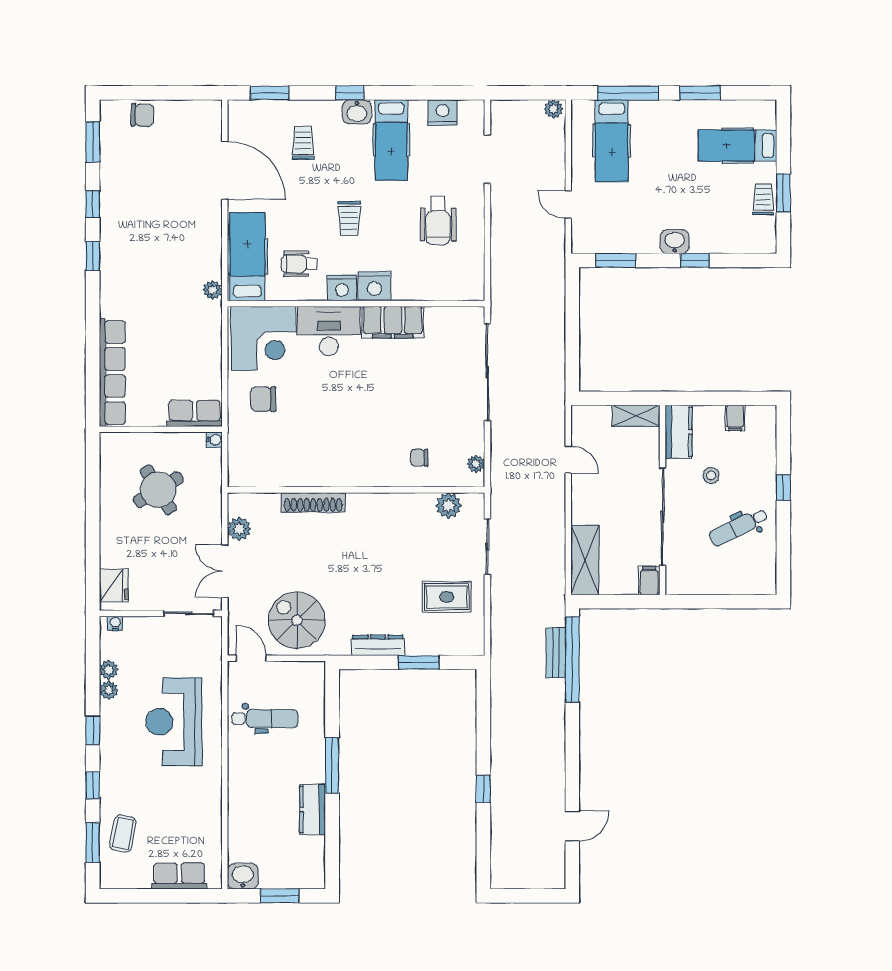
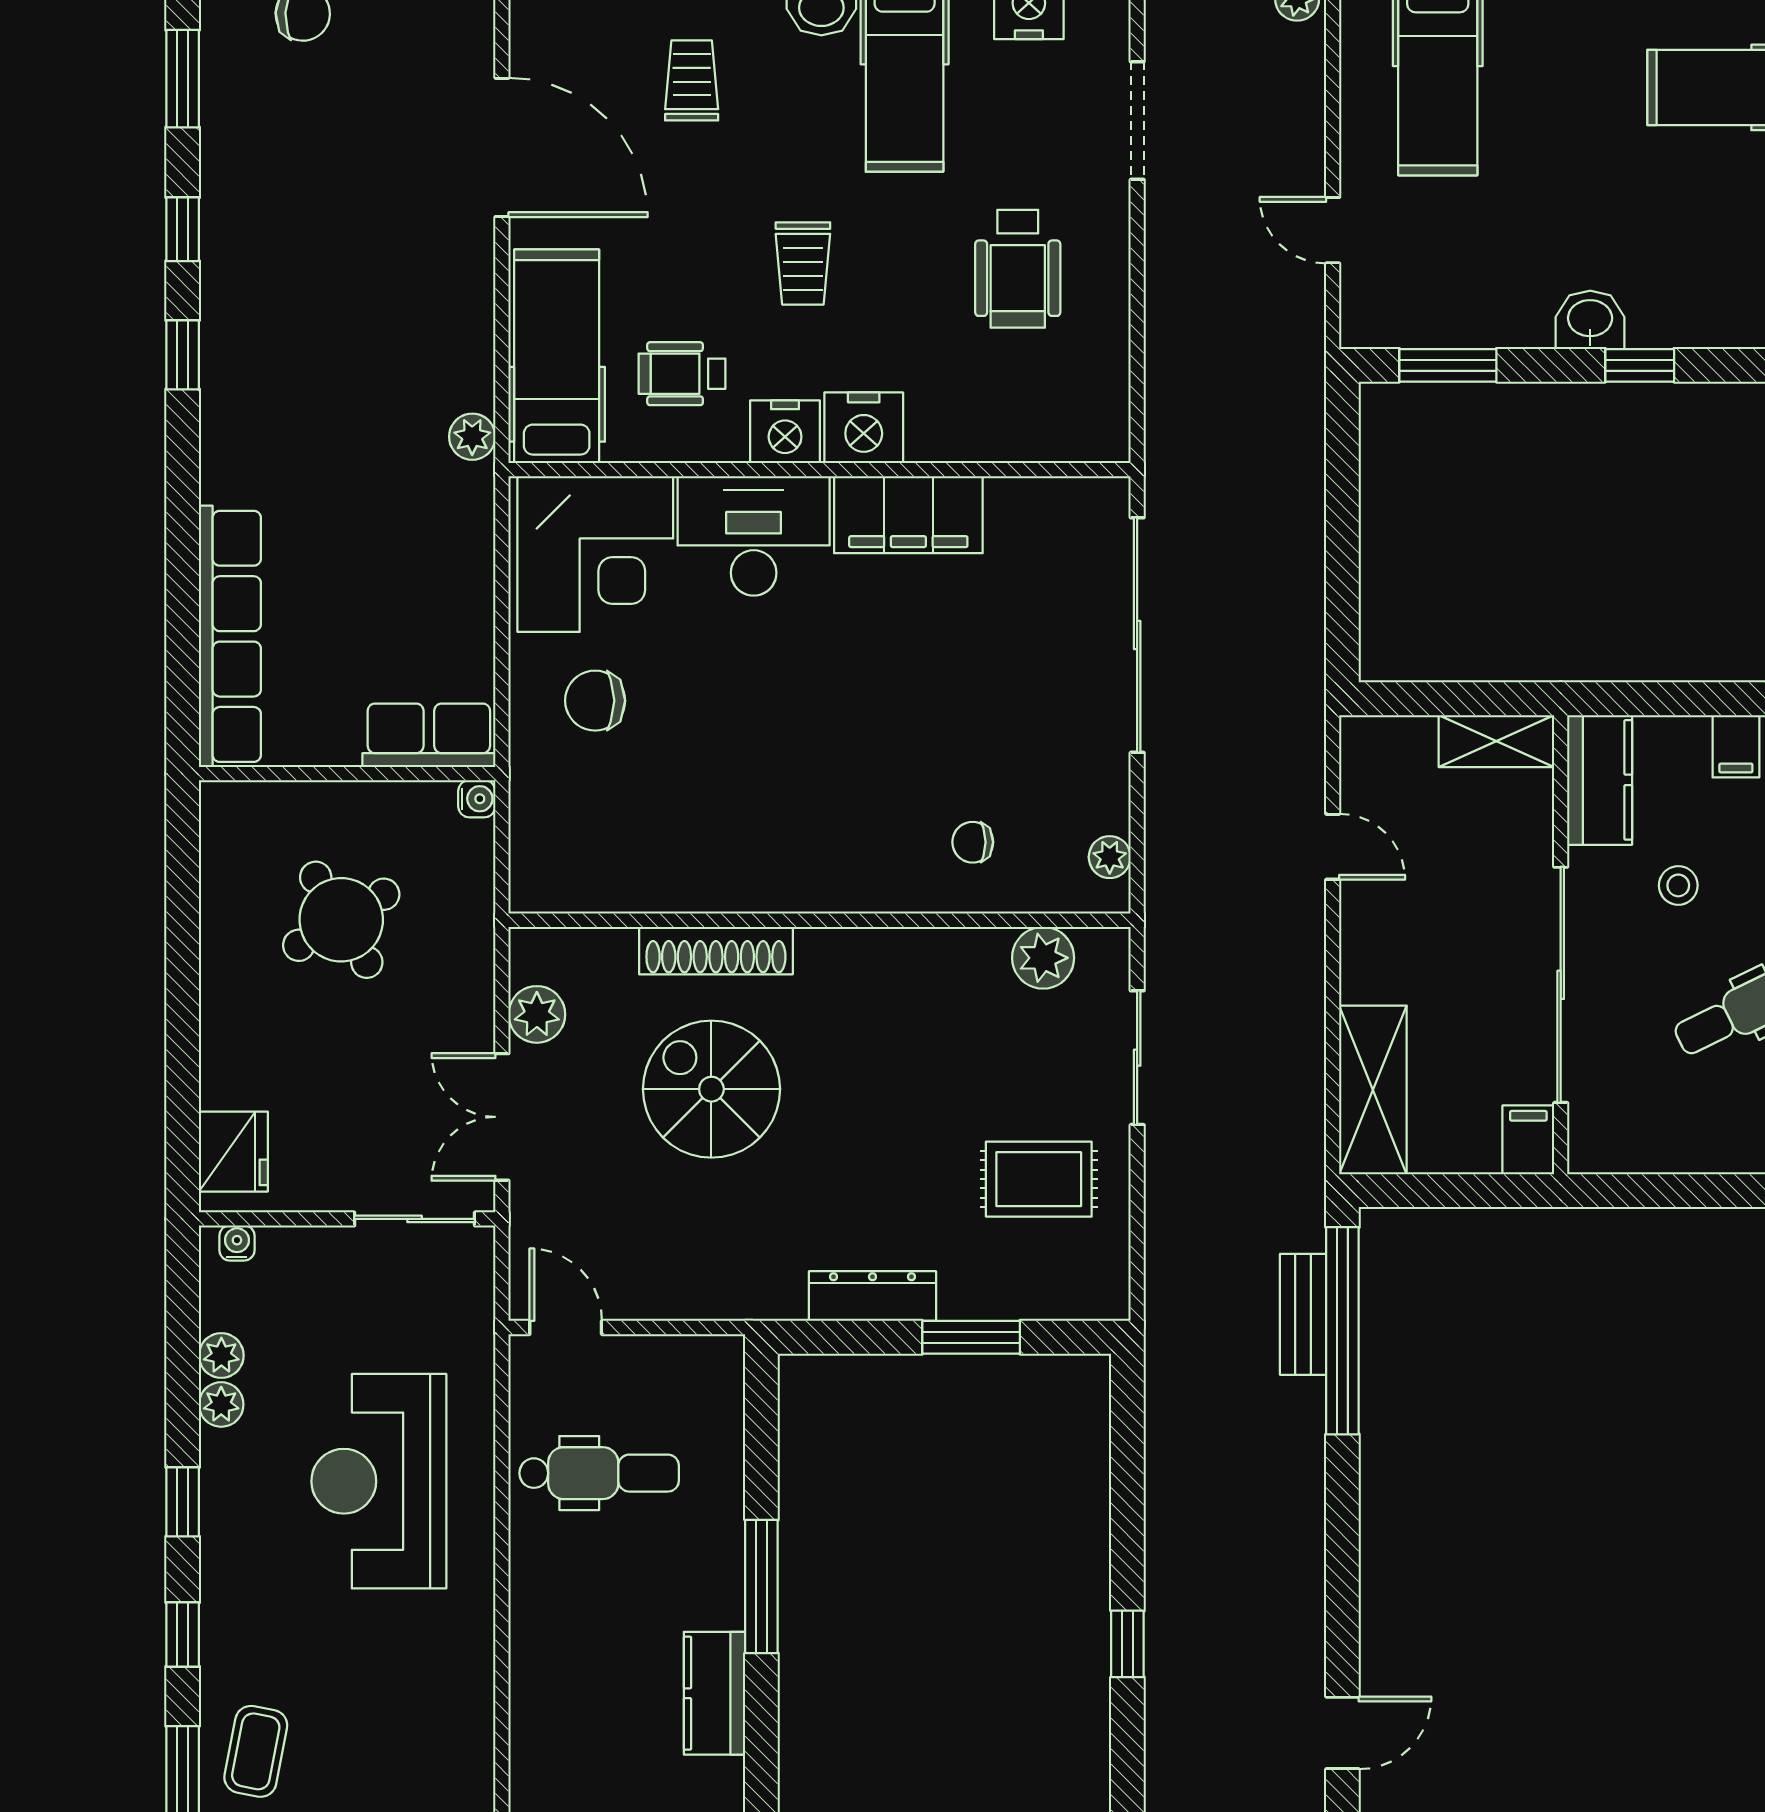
spiral stairs: (297, 620) -> (711, 1089), moved

